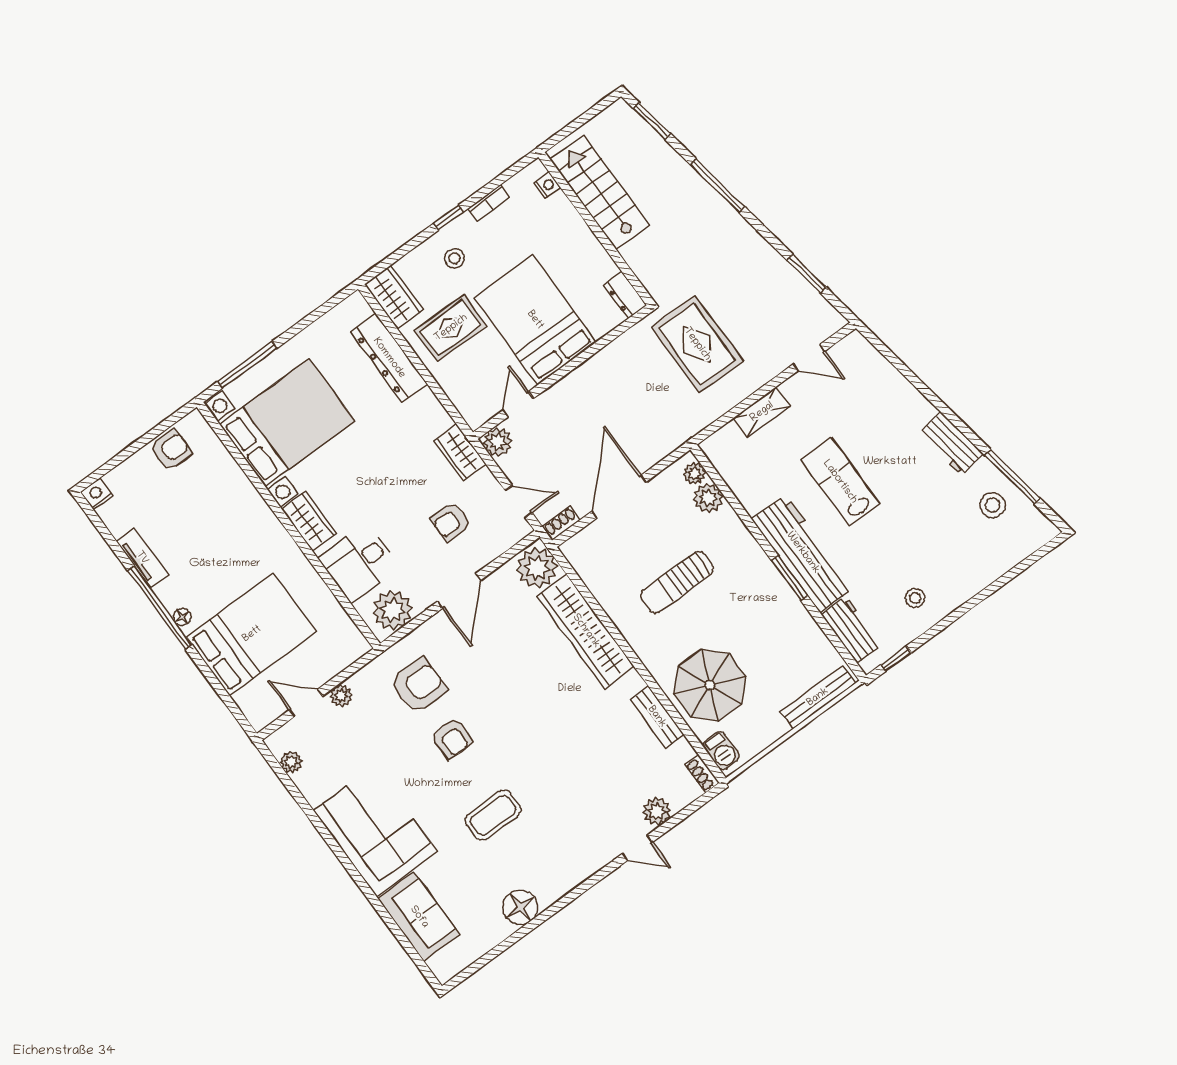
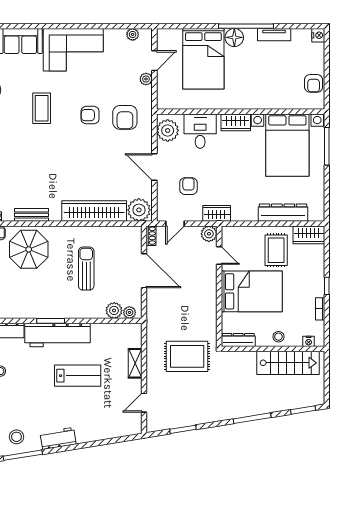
stool: (454, 258) -> (278, 337), moved
dresser: (625, 295) -> (238, 340), width x1.44
floor lamp: (182, 617) -> (234, 37), width x1.89, depth x1.89

